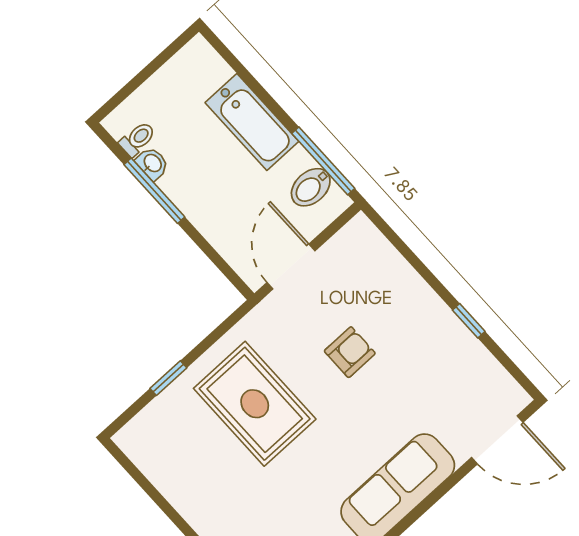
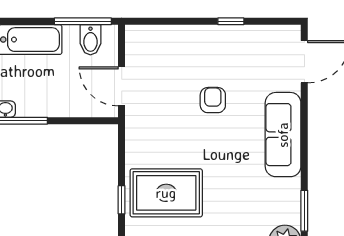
armchair: (350, 352) -> (213, 100), moved
rug: (255, 404) -> (166, 193), moved

